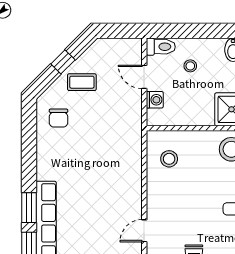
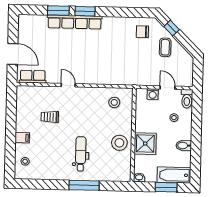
window: (63, 62) -> (172, 28), moved
door: (144, 77) -> (168, 88), hinge flipped

